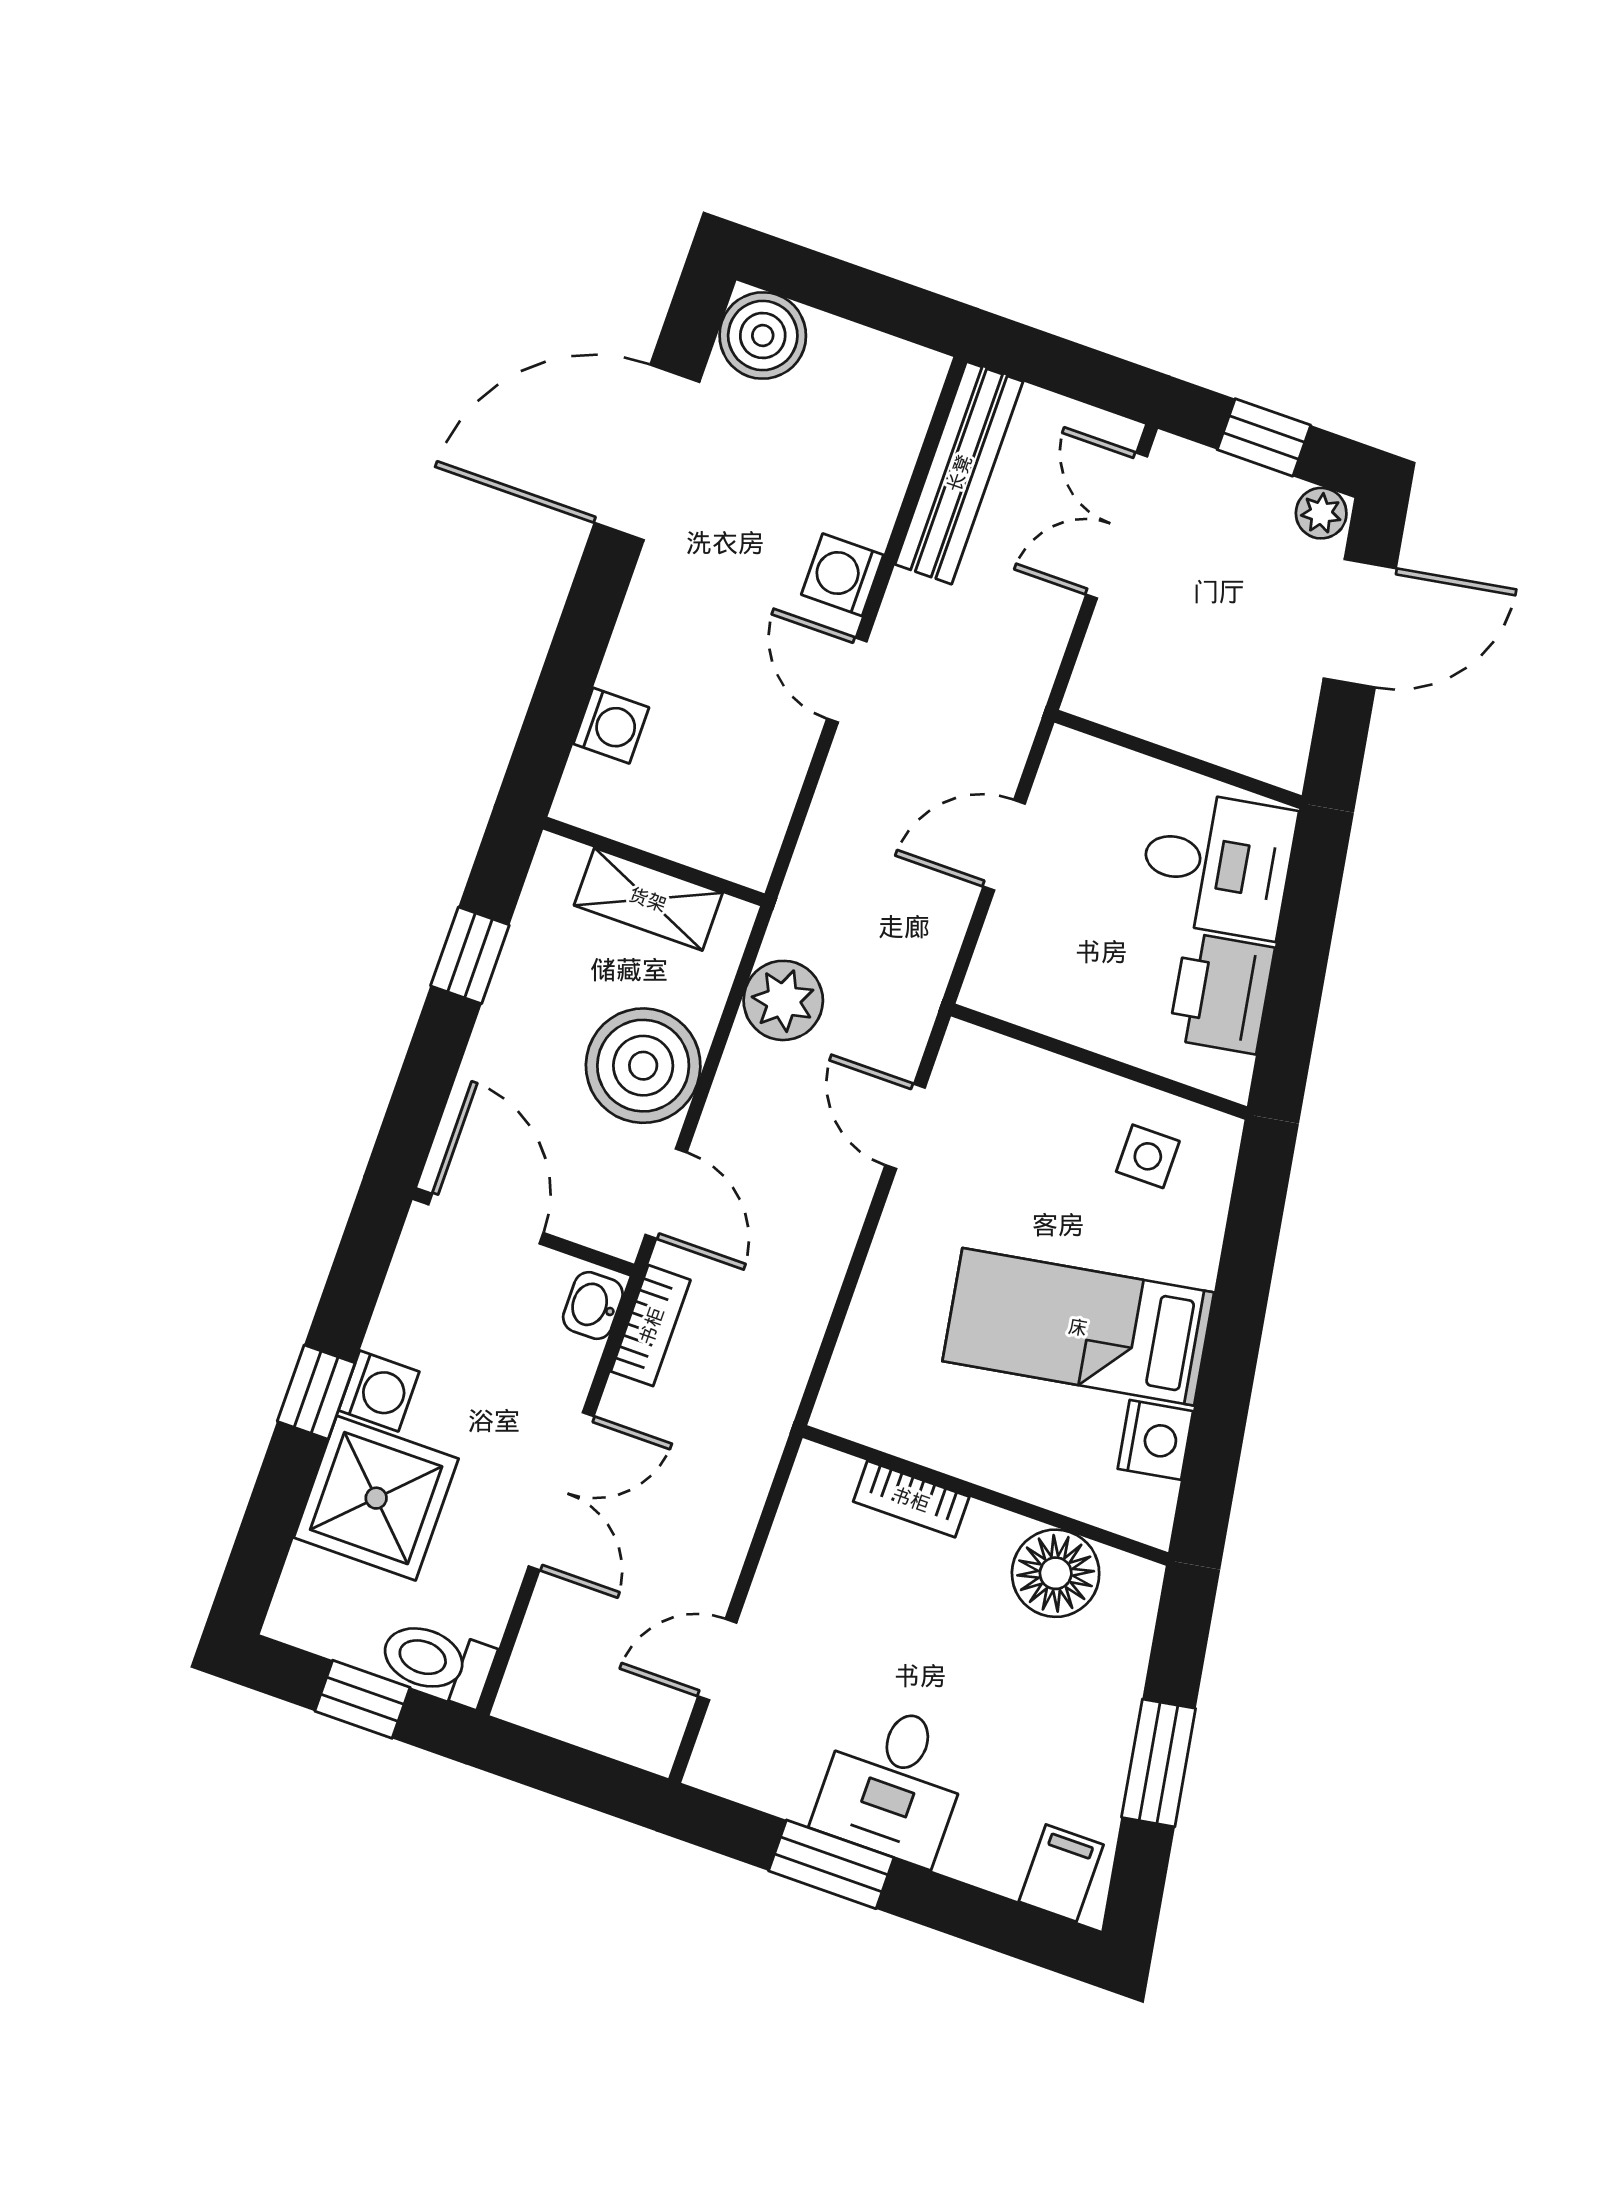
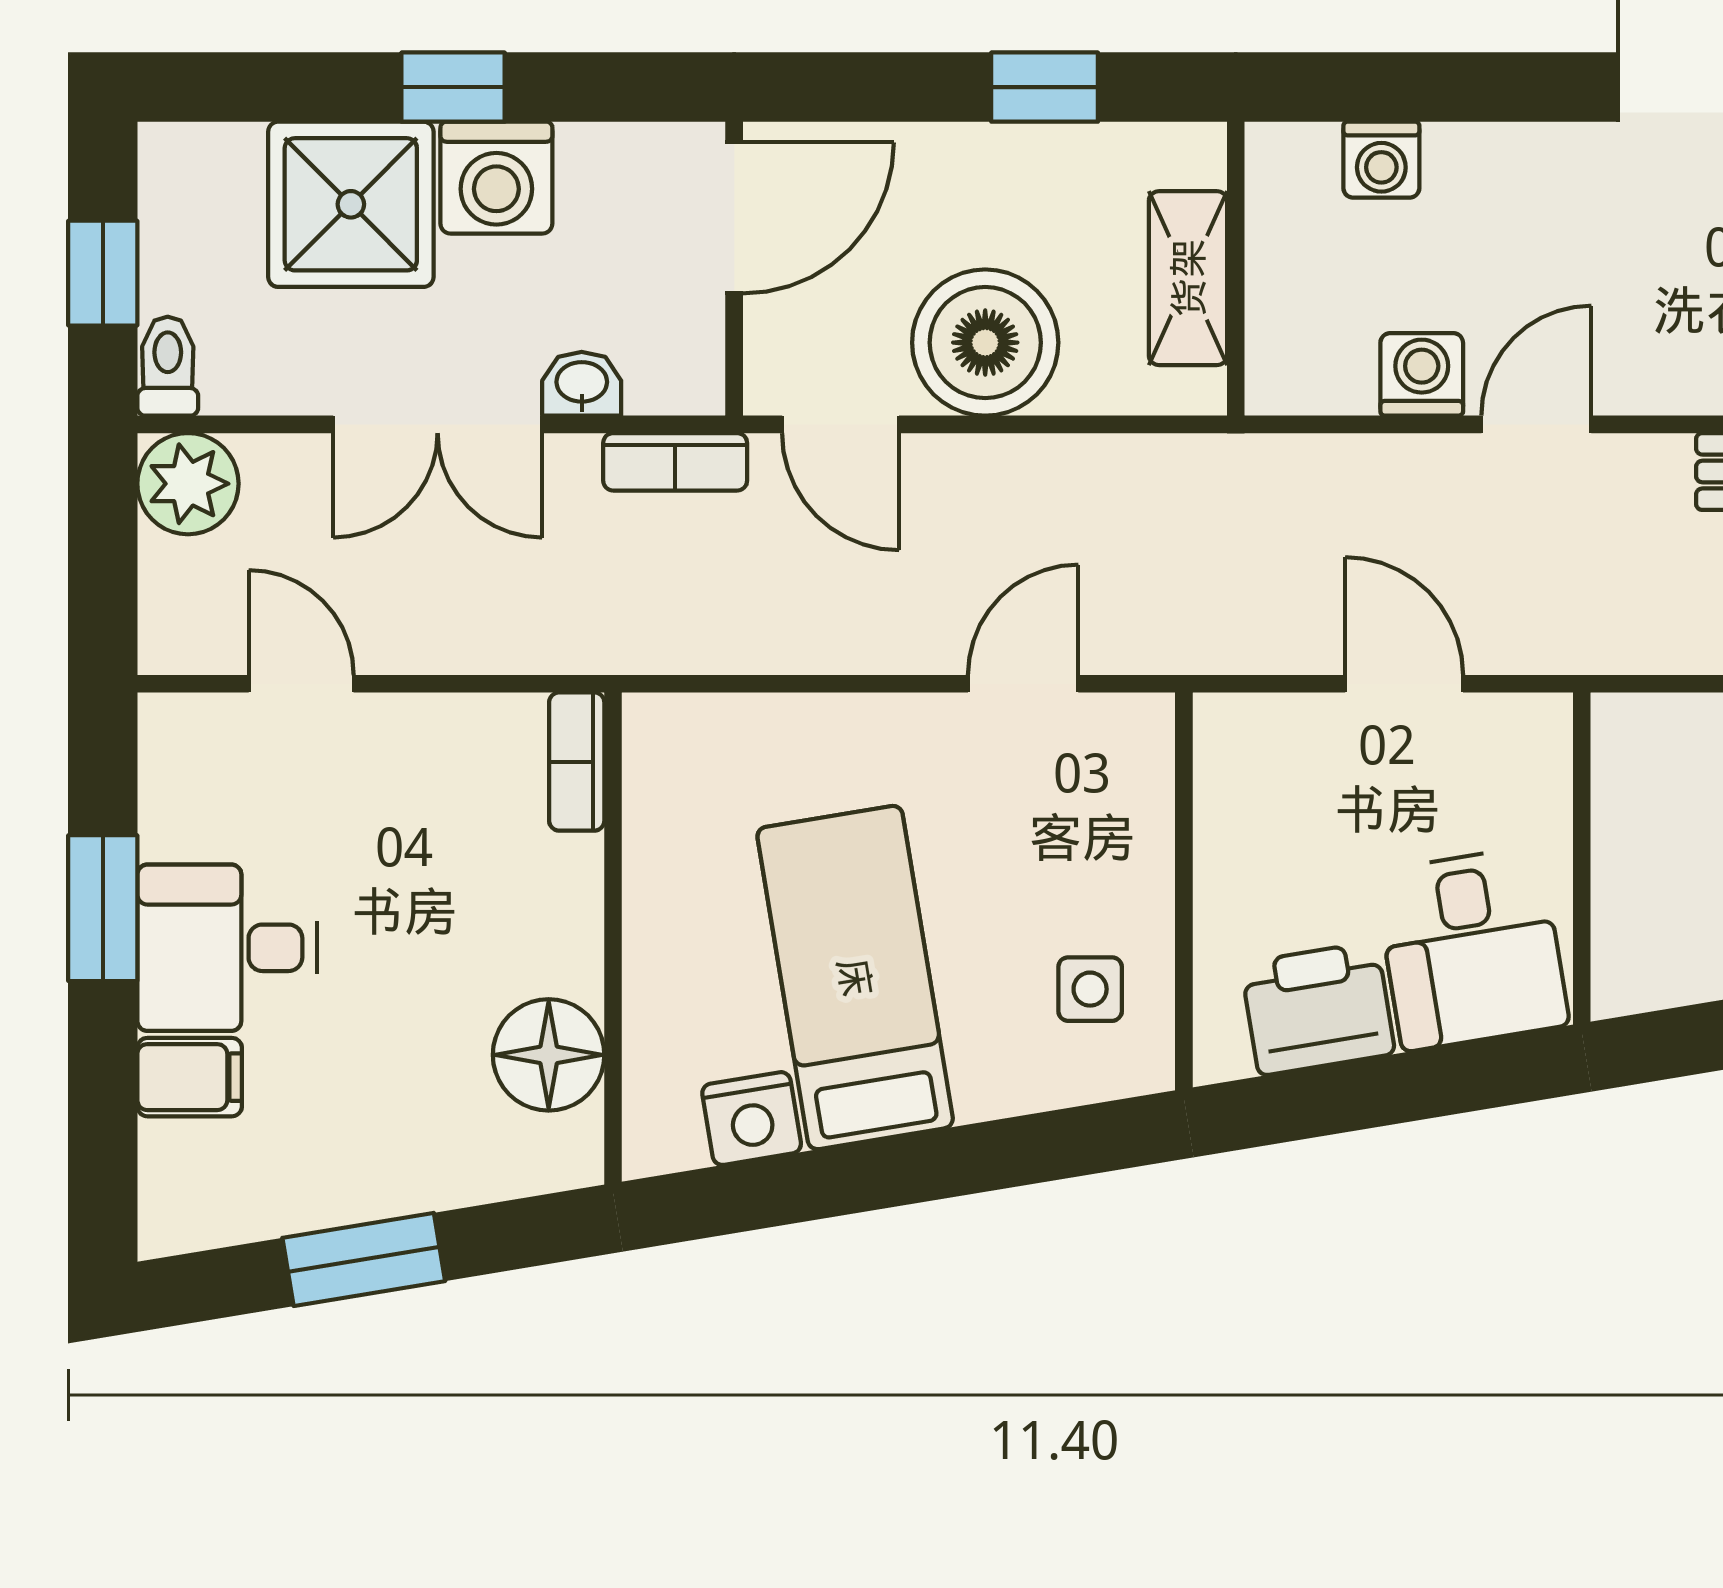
washing machine: (842, 575) -> (1422, 374), moved
plant: (783, 1000) -> (188, 484), moved
door: (666, 1194) -> (841, 424), hinge flipped
washbasin: (593, 1306) -> (582, 384), moved
washing machine: (379, 1391) -> (496, 178), width x1.38, depth x1.38
bookcase: (911, 1499) -> (577, 762), moved
toilet: (437, 1662) -> (168, 366), width x0.73, depth x0.72
filing cabinet: (1061, 1873) -> (190, 1077), moved

